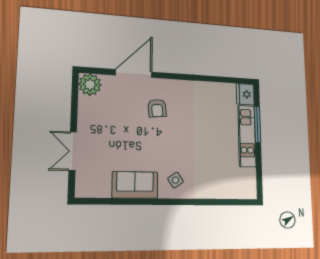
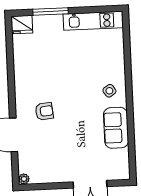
plant: (90, 85) -> (24, 179), width x0.53, depth x0.53
kitchen unit: (247, 136) -> (93, 21), moved

